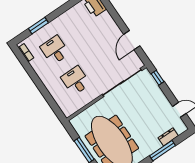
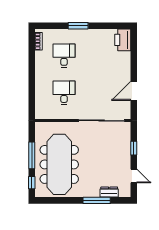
window: (38, 26) -> (78, 26), moved
window: (157, 78) -> (134, 148), moved

